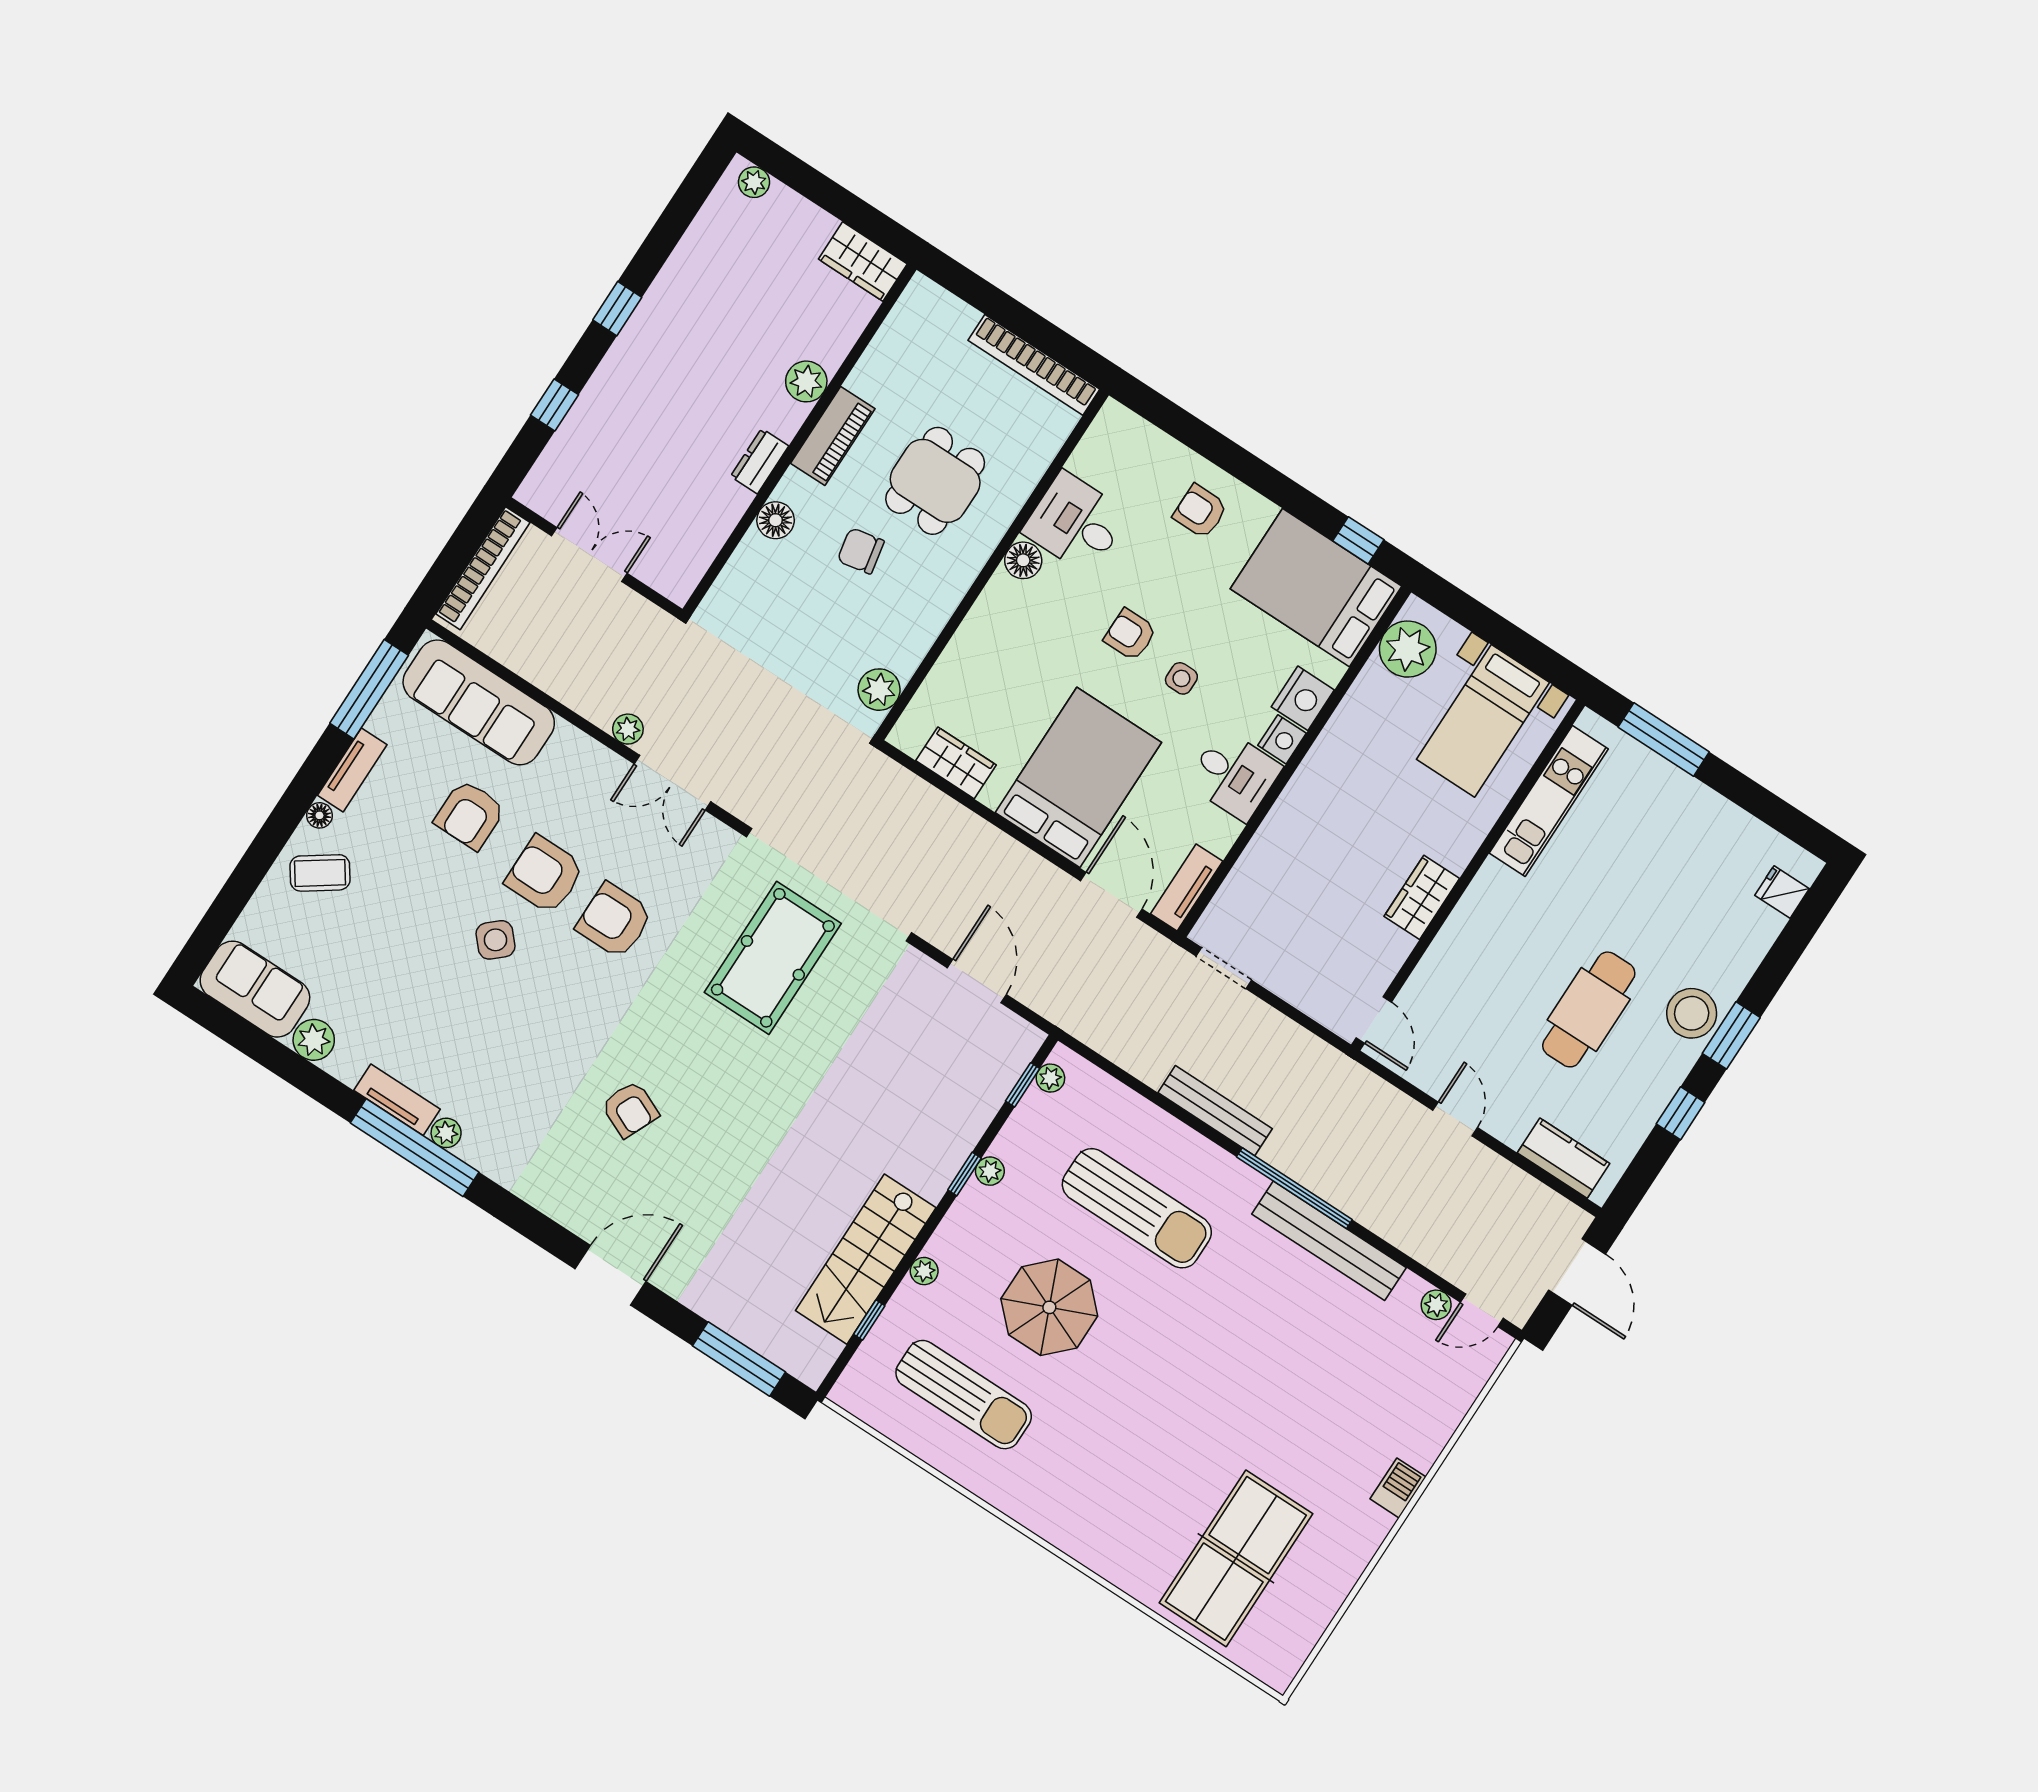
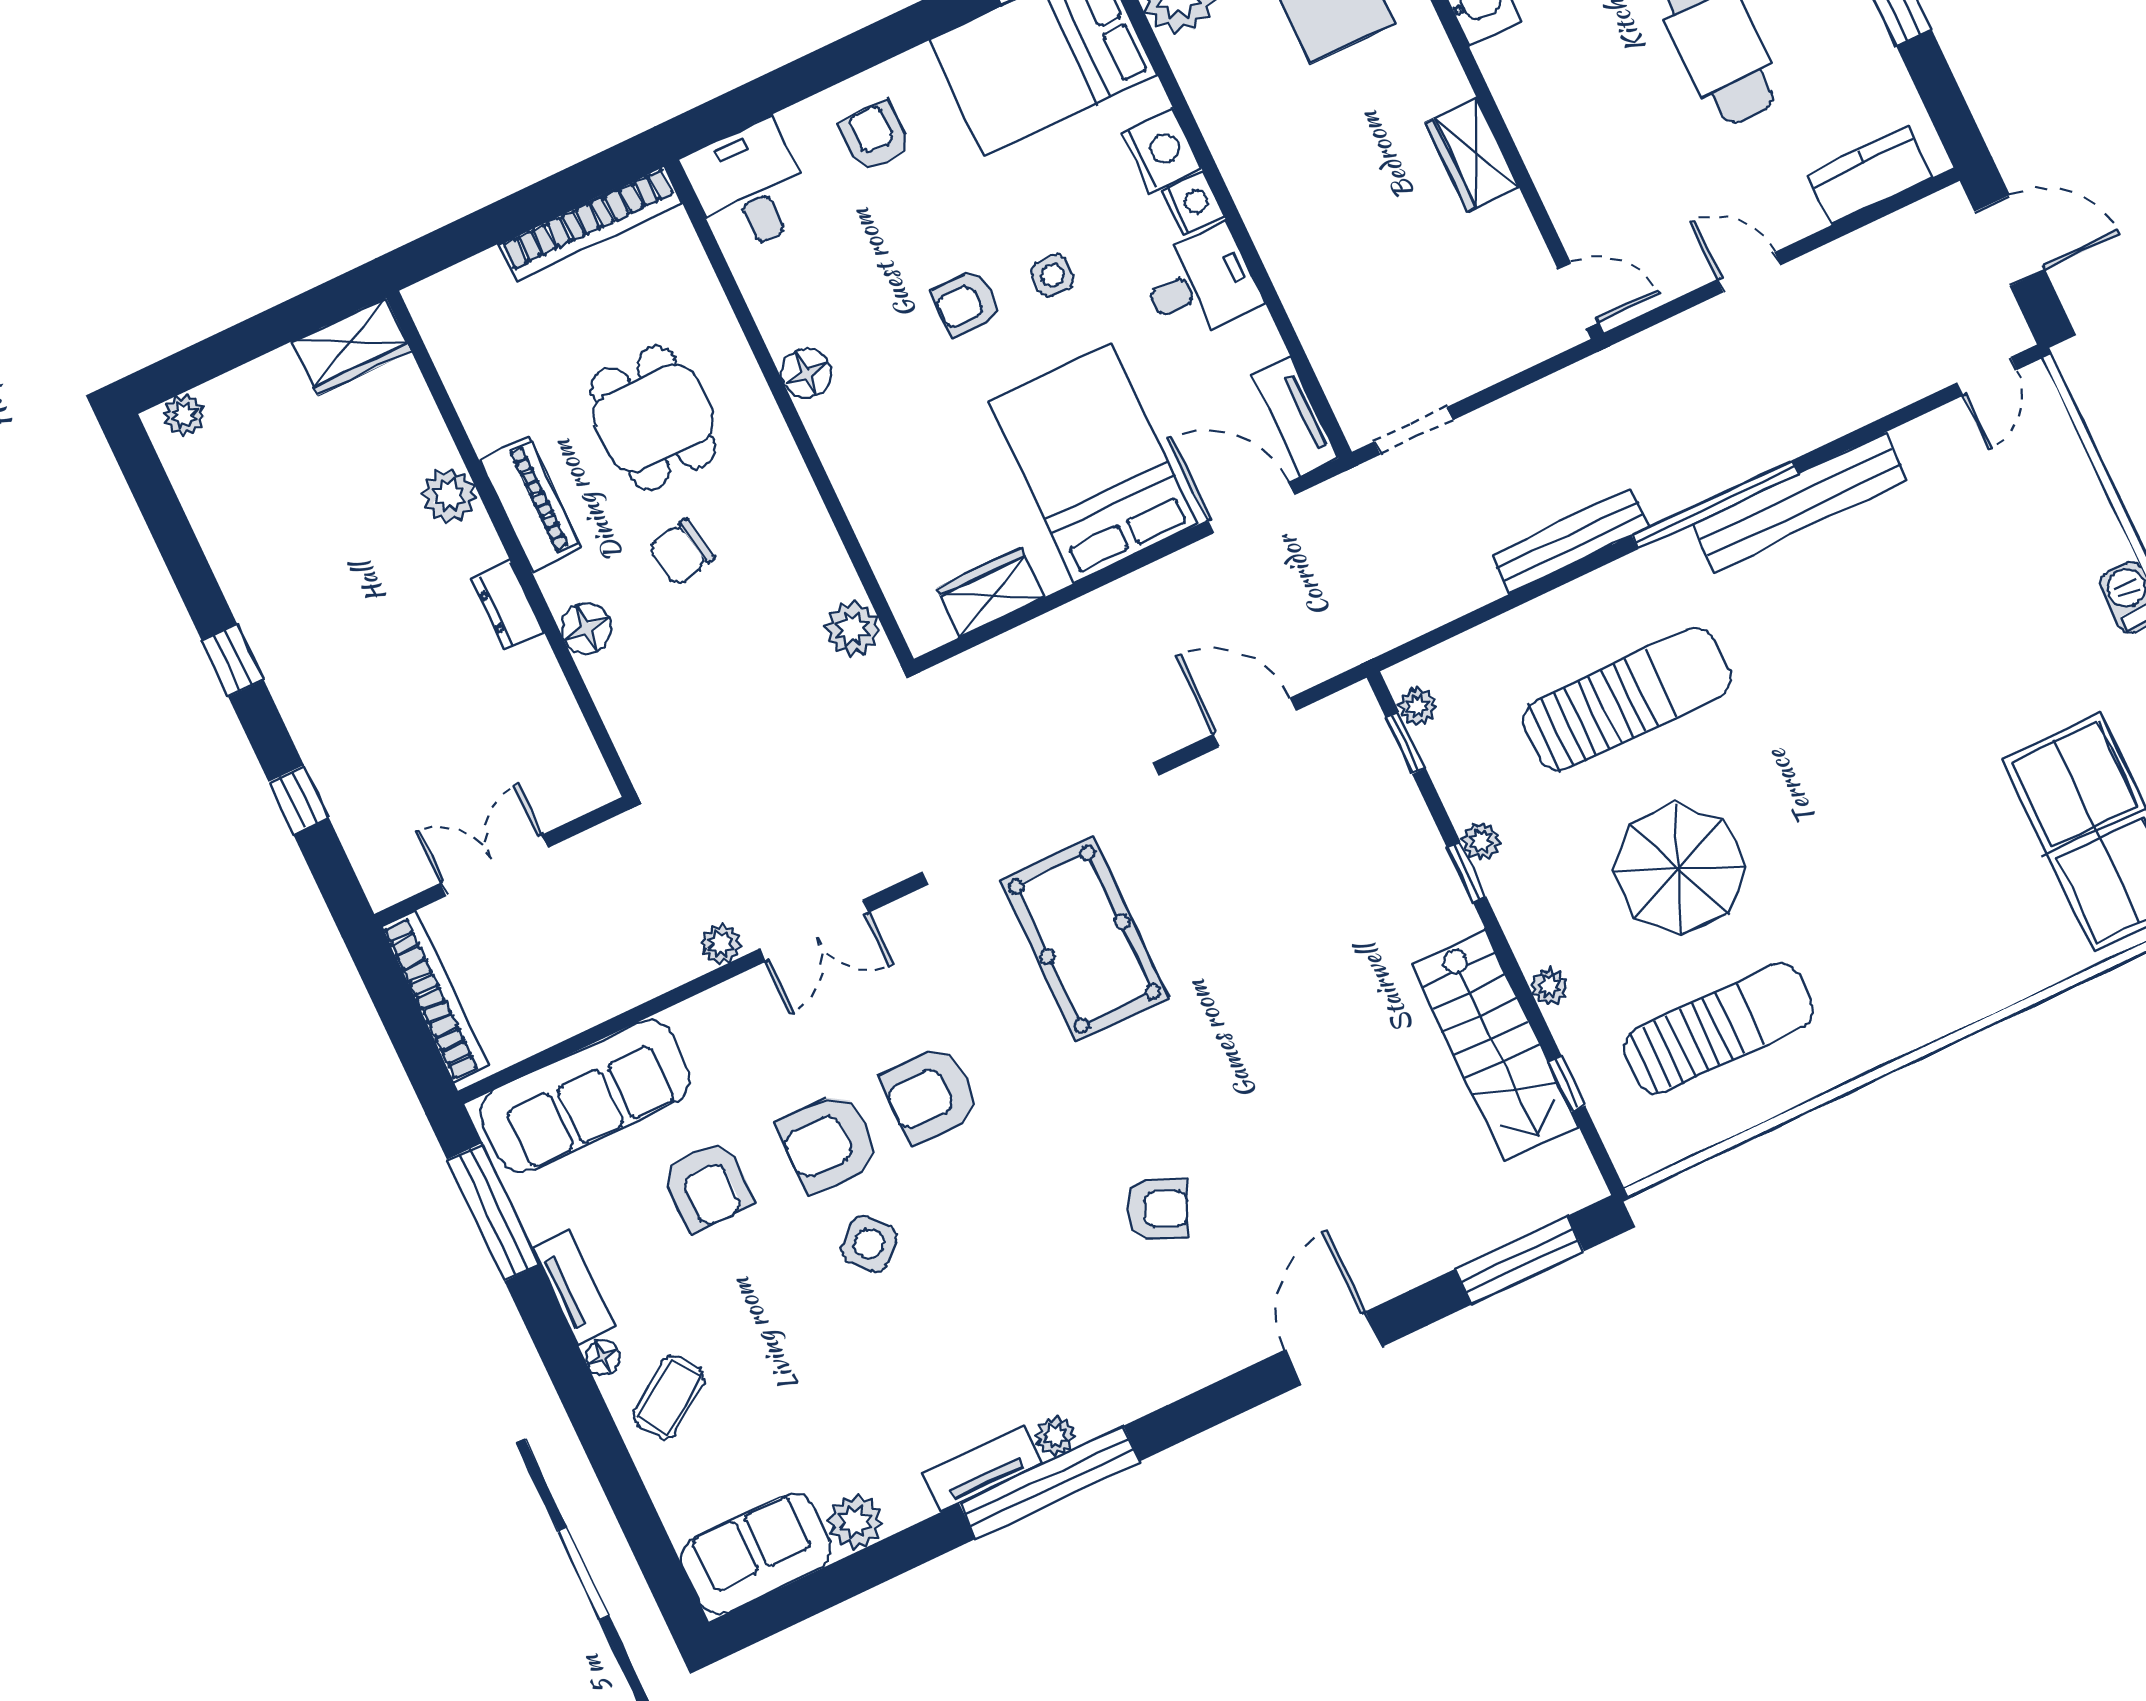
armchair: (1200, 511) -> (875, 136), turned 90
desk: (1076, 523) -> (749, 187), moved, turned 90
plant: (1436, 1305) -> (1948, 425), removed

